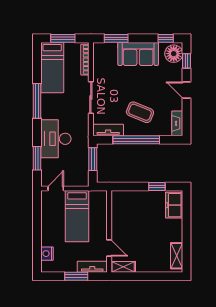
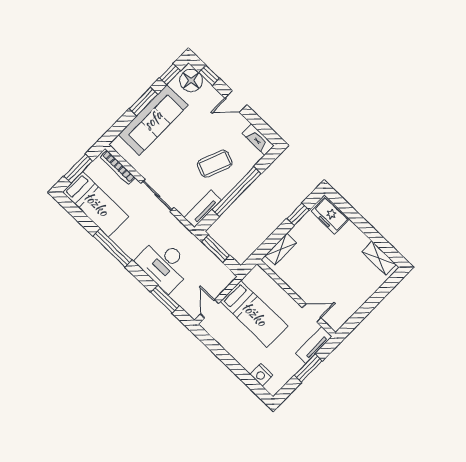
window: (116, 38) -> (144, 101), moved
sofa: (138, 54) -> (153, 120), width x1.36
shelving: (123, 267) -> (281, 249), moved

